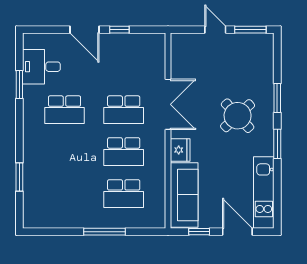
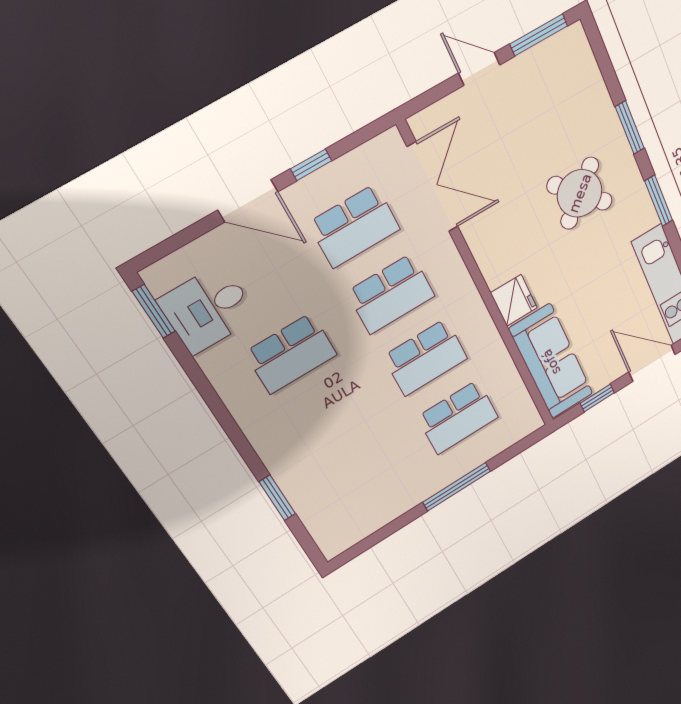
school desk: (124, 68) -> (354, 226), added
window: (19, 85) -> (154, 311), moved
double door: (168, 104) -> (433, 187), moved

